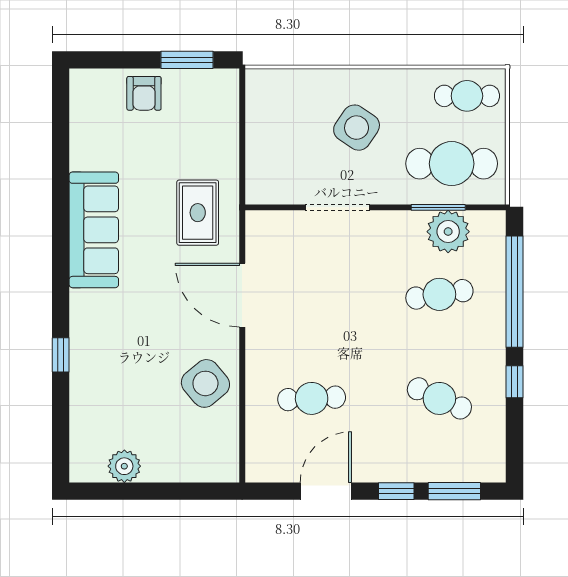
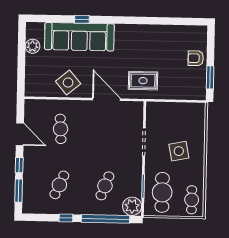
side table: (357, 128) -> (179, 151), turned 45
sofa: (94, 230) -> (79, 37), moved, width x1.36, depth x1.27
plant: (448, 232) -> (132, 206), moved
cafe table: (439, 294) -> (105, 186), turned 30
door: (242, 295) -> (106, 99), hinge flipped

